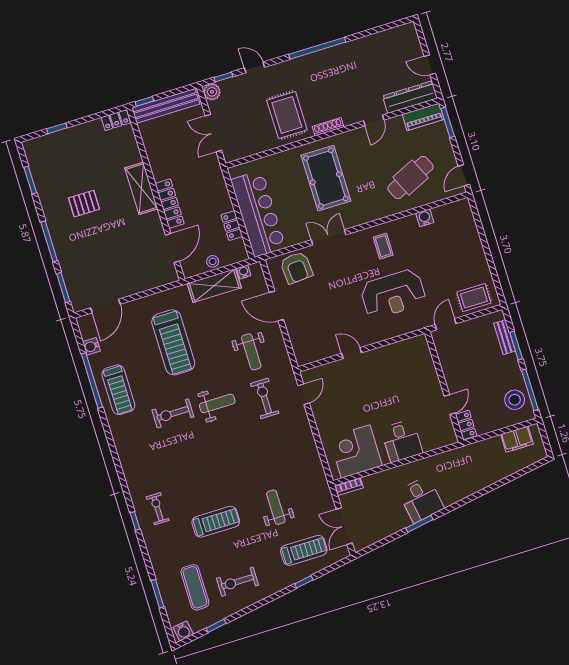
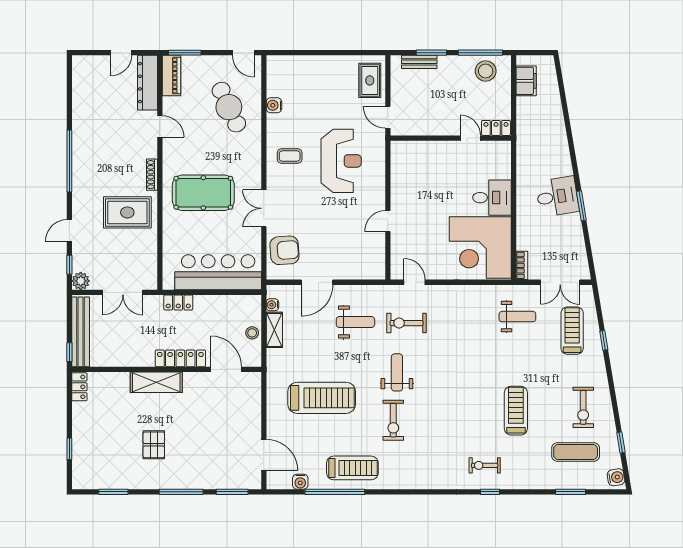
locker: (232, 226) -> (178, 302), moved
shelving: (214, 286) -> (274, 330), width x0.67, depth x0.75
corner desk: (356, 451) -> (480, 248), width x1.36, depth x1.36
weight bench: (276, 507) -> (517, 317), moved, turned 180

